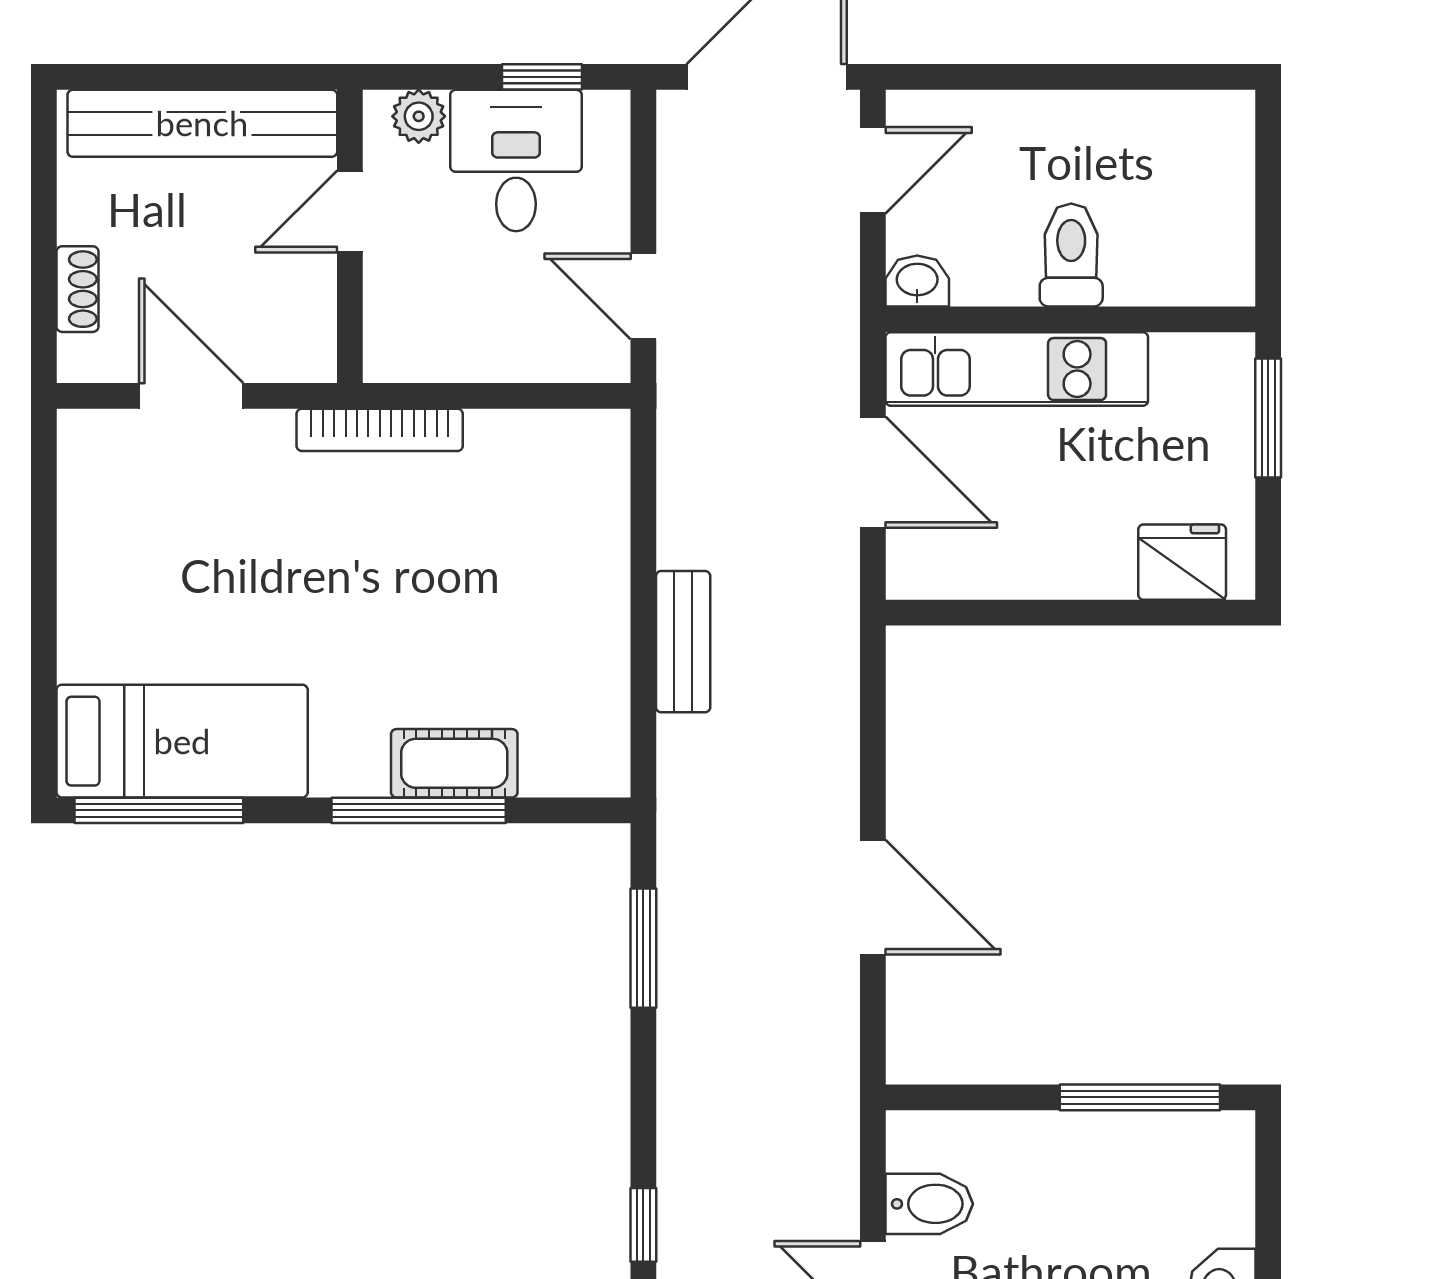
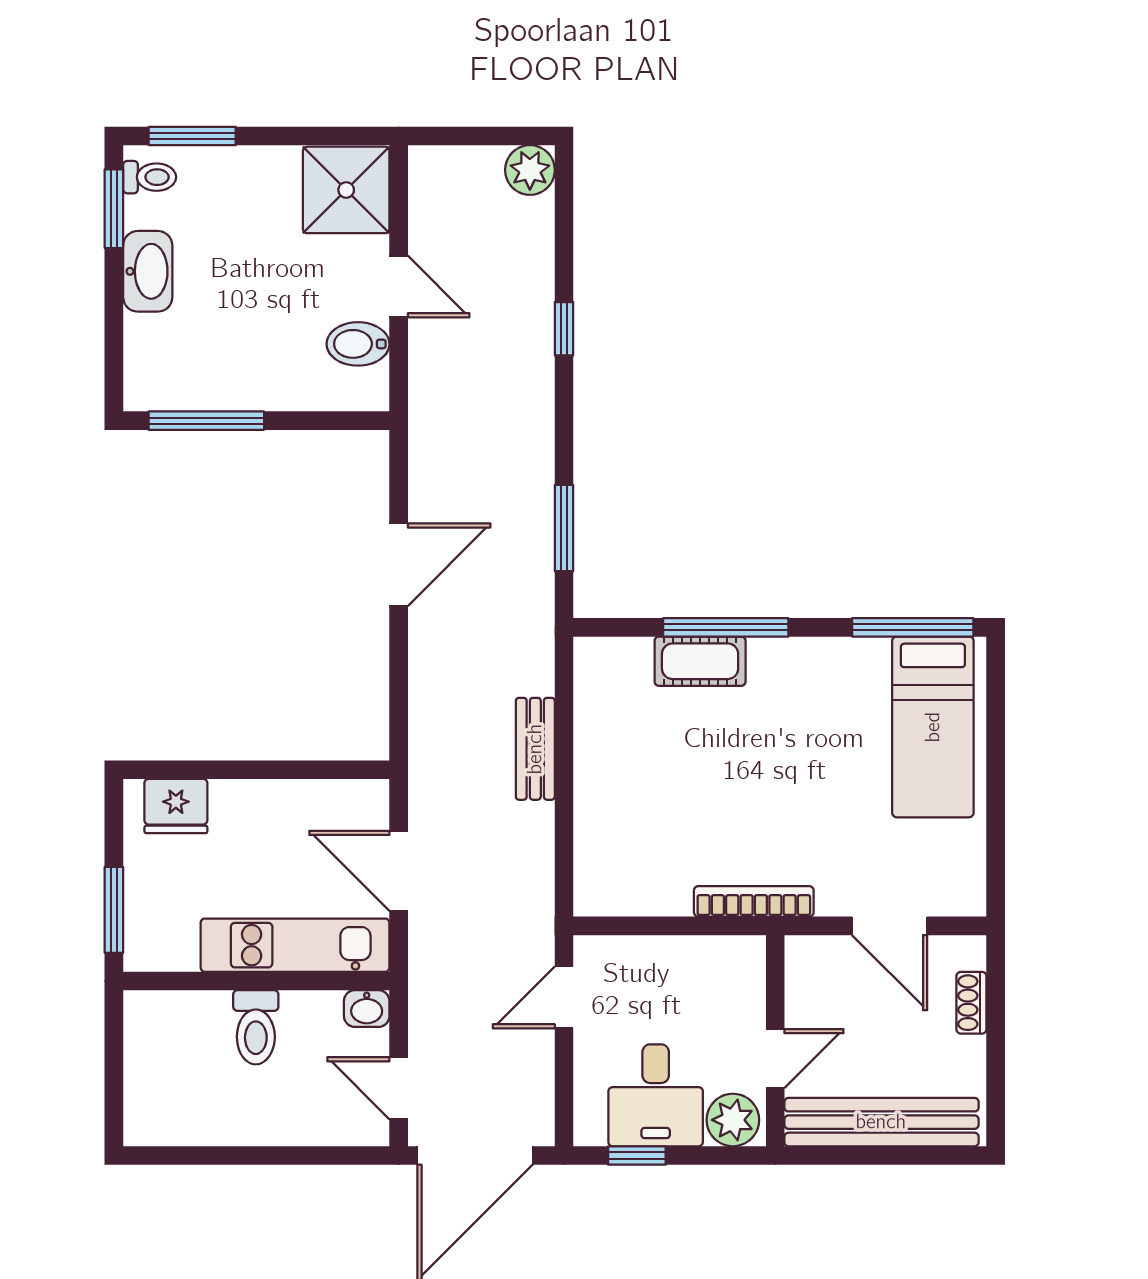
plant: (419, 116) -> (733, 1120), width x1.38, depth x1.38
door: (873, 170) -> (399, 1088), hinge flipped
door: (643, 296) -> (564, 997), swing flipped
bed: (182, 741) -> (933, 727), moved, turned -90
door: (873, 897) -> (399, 565), swing flipped

